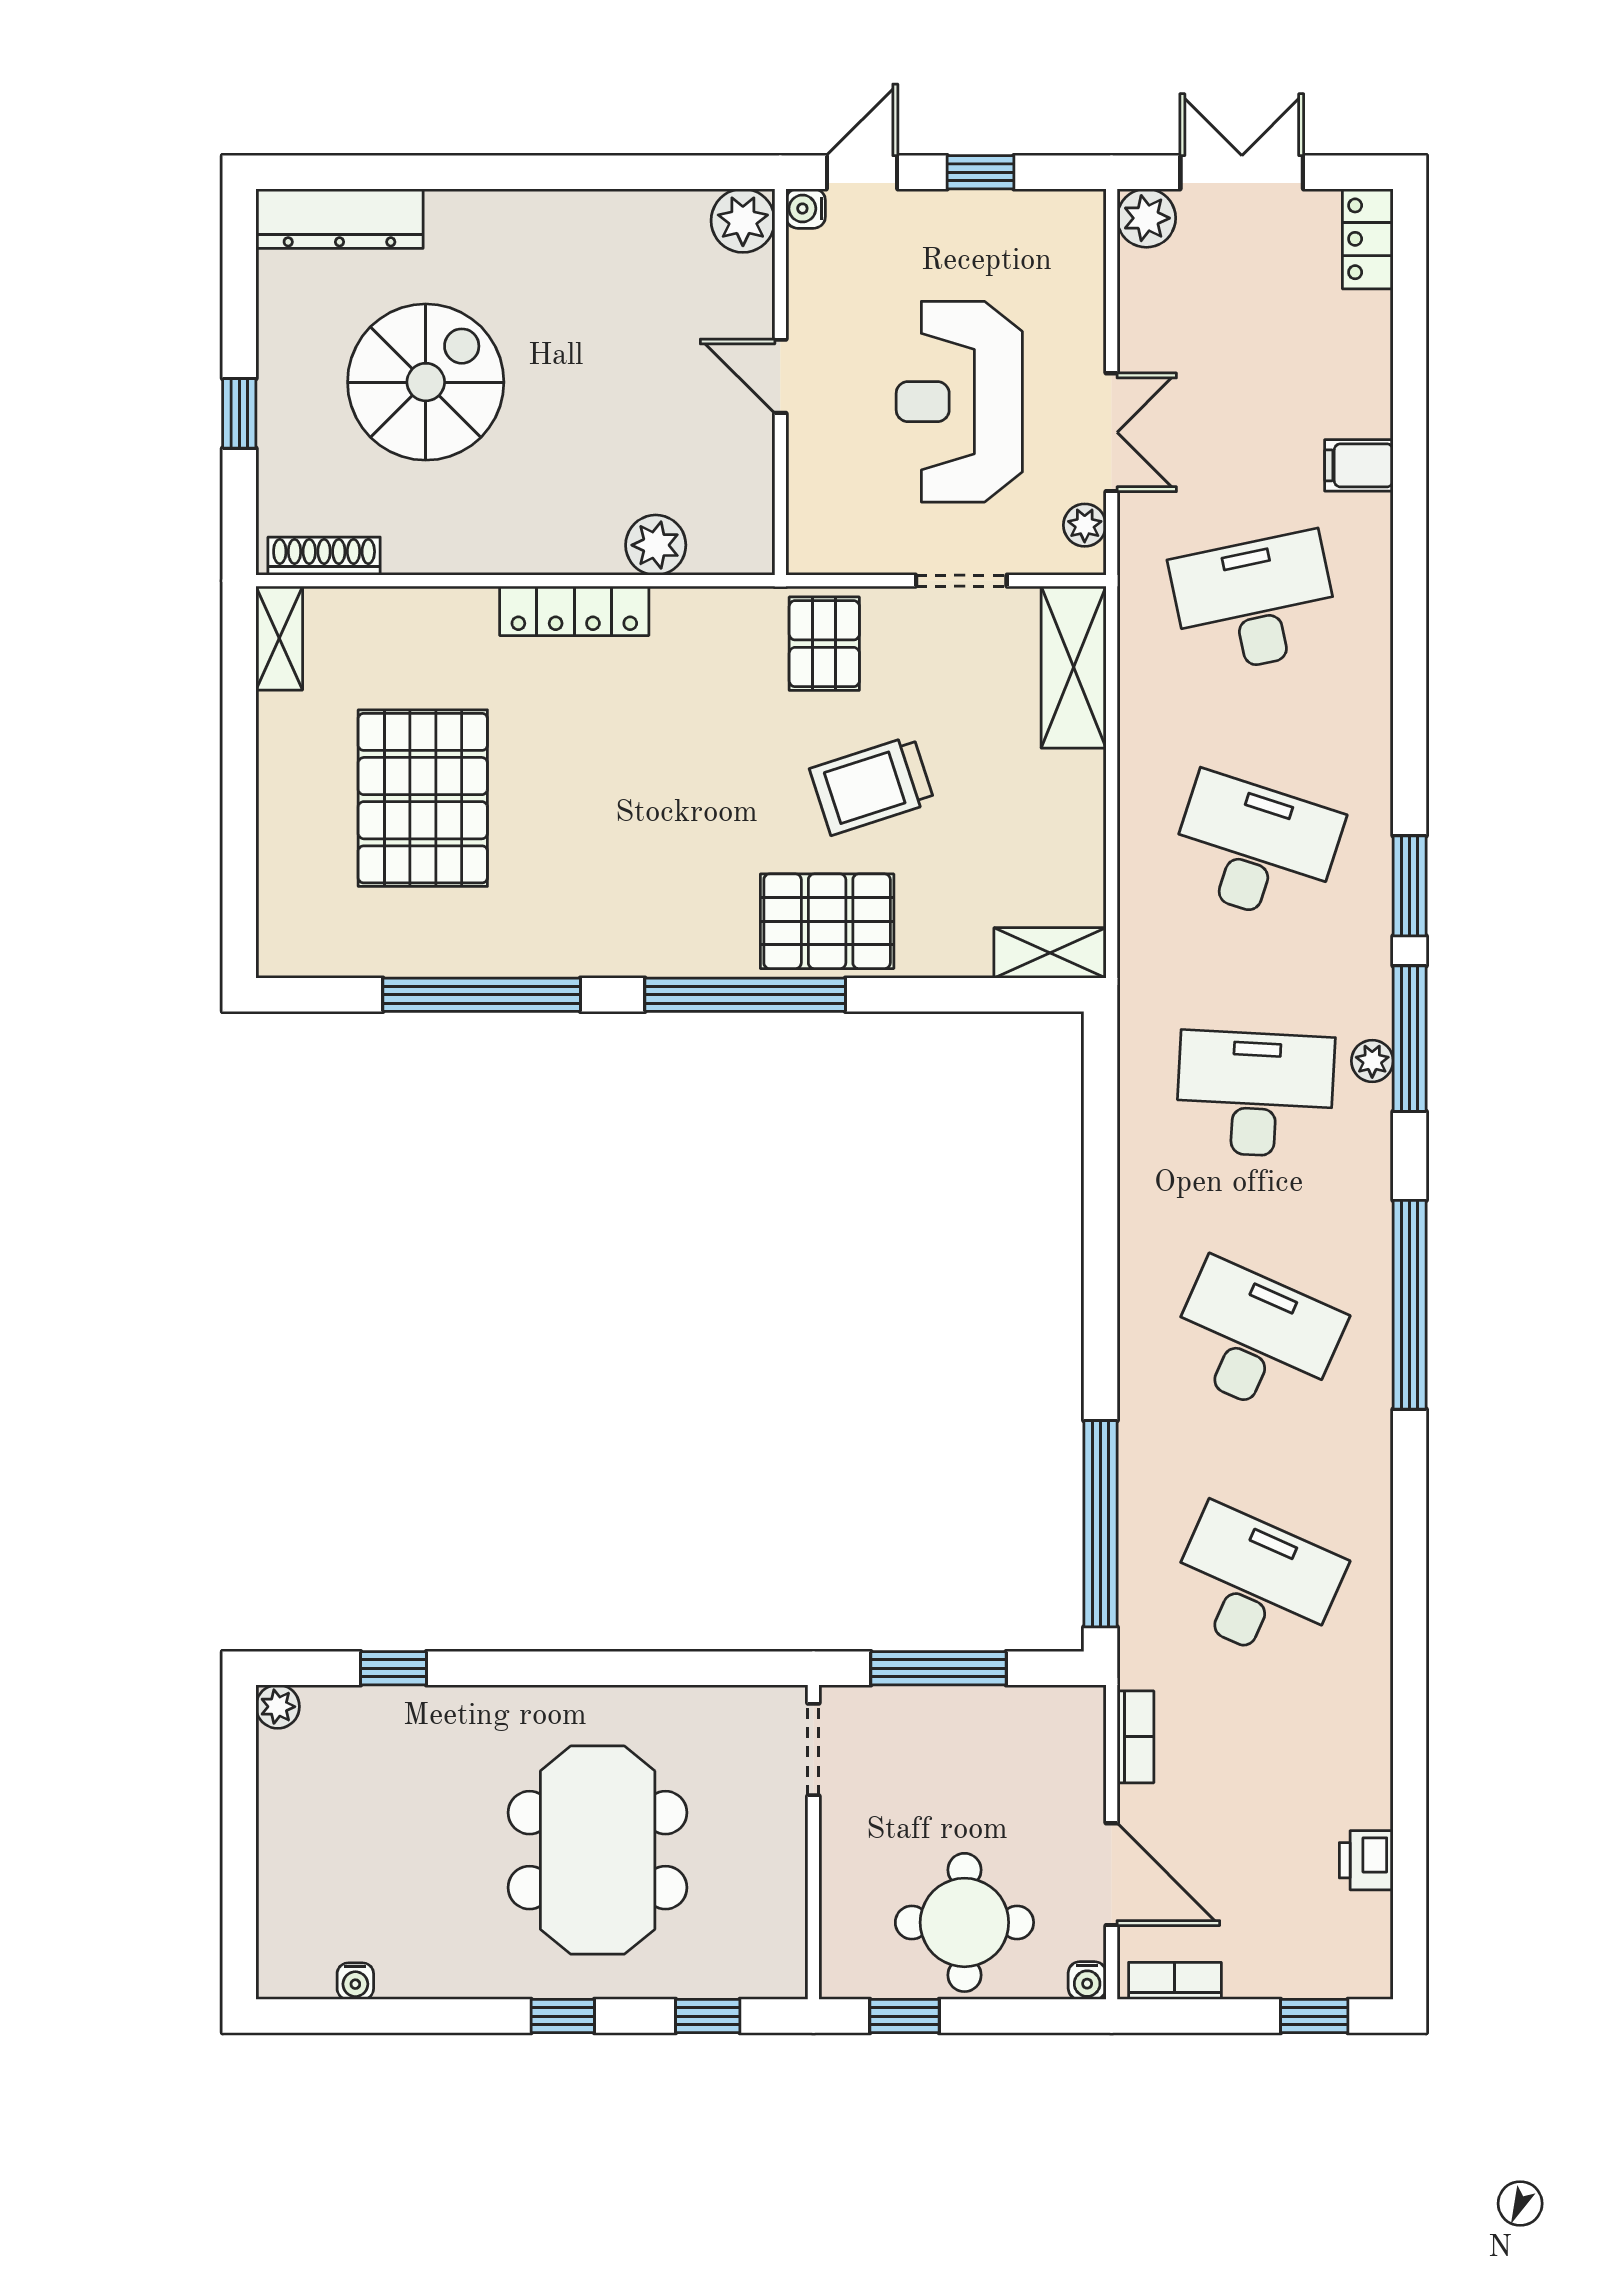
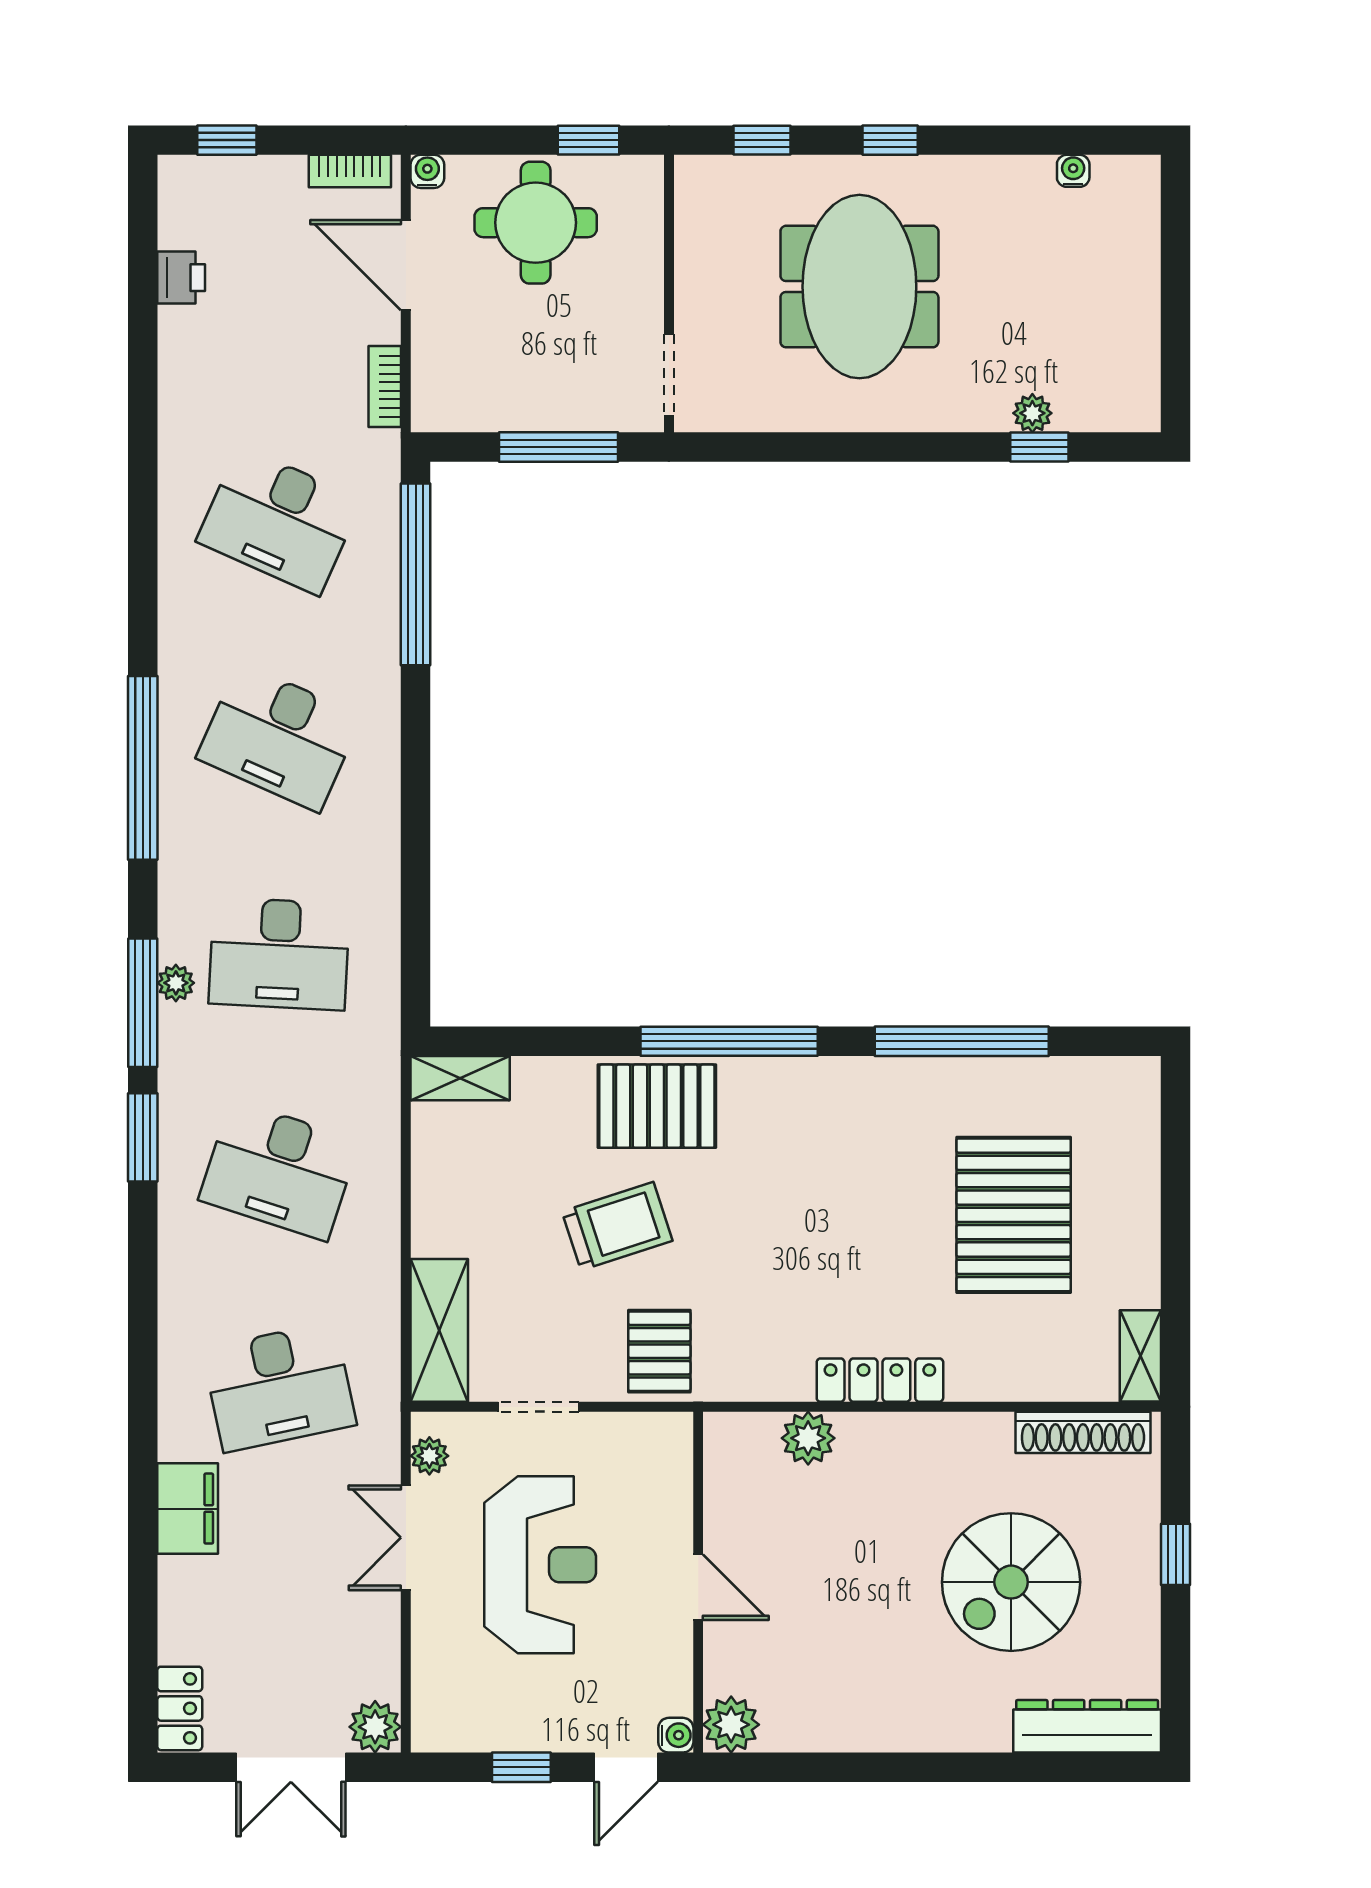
filing cabinet: (1359, 465) -> (188, 1509), width x2.00
shoe rack: (324, 556) -> (1083, 1432), width x1.36, depth x1.24
plant: (278, 1707) -> (1032, 413), moved

